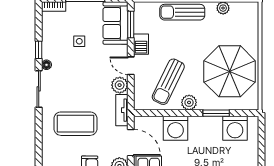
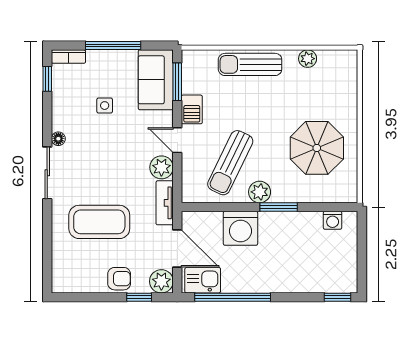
window: (39, 50) -> (47, 79), moved
parasol: (230, 71) -> (317, 148), width x0.73, depth x0.73
window: (216, 113) -> (279, 207), moved
washing machine: (235, 128) -> (333, 220), width x0.53, depth x0.53

